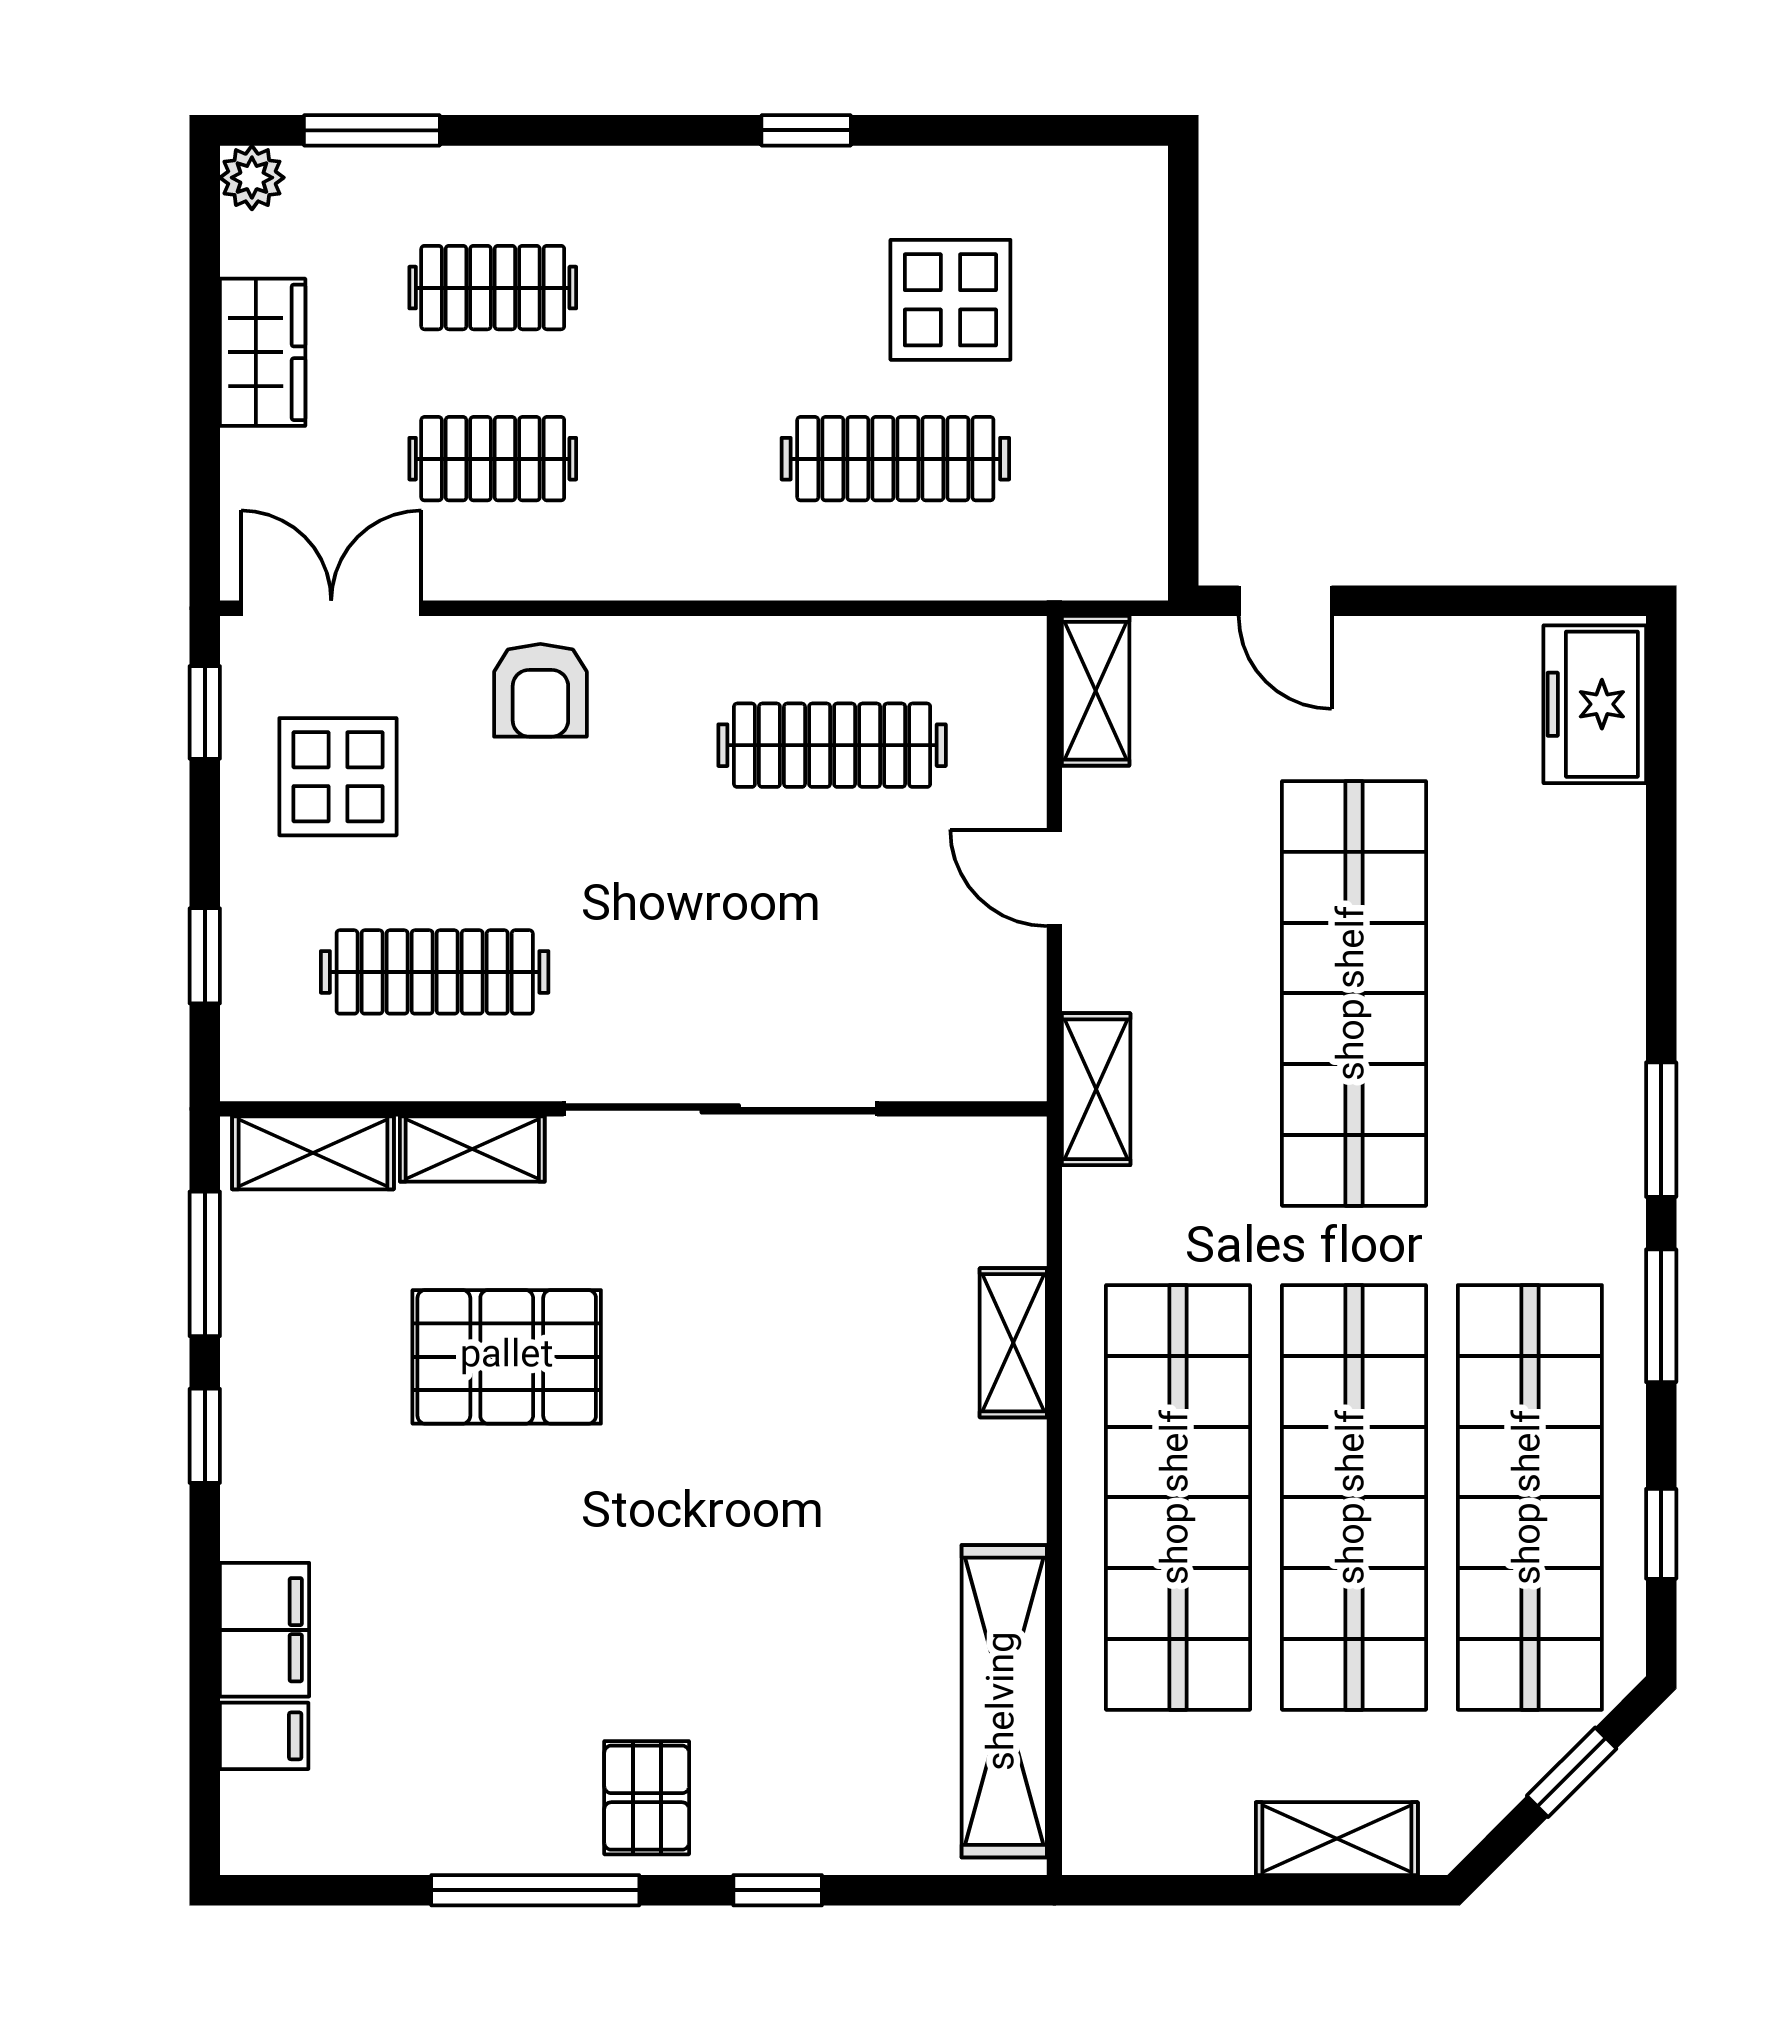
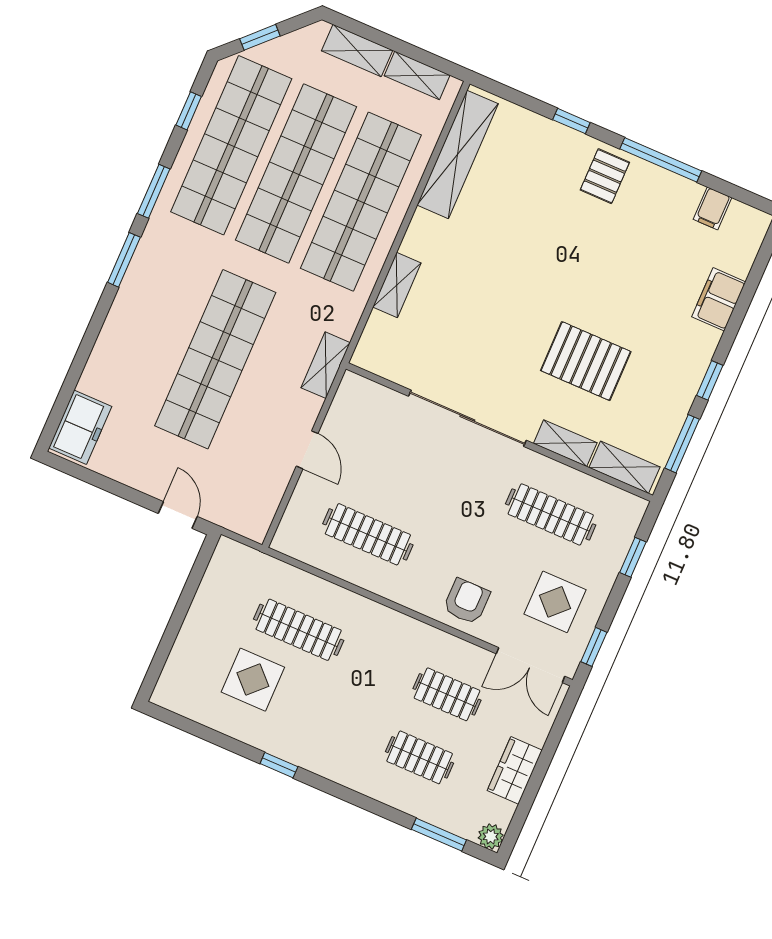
shelving: (1096, 691) -> (417, 75), moved, turned 90
filing cabinet: (264, 1736) -> (712, 208), moved, turned -90

